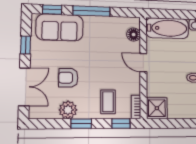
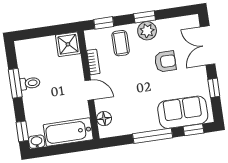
bookcase: (136, 107) -> (93, 62), moved
plant: (68, 110) -> (147, 31), moved

